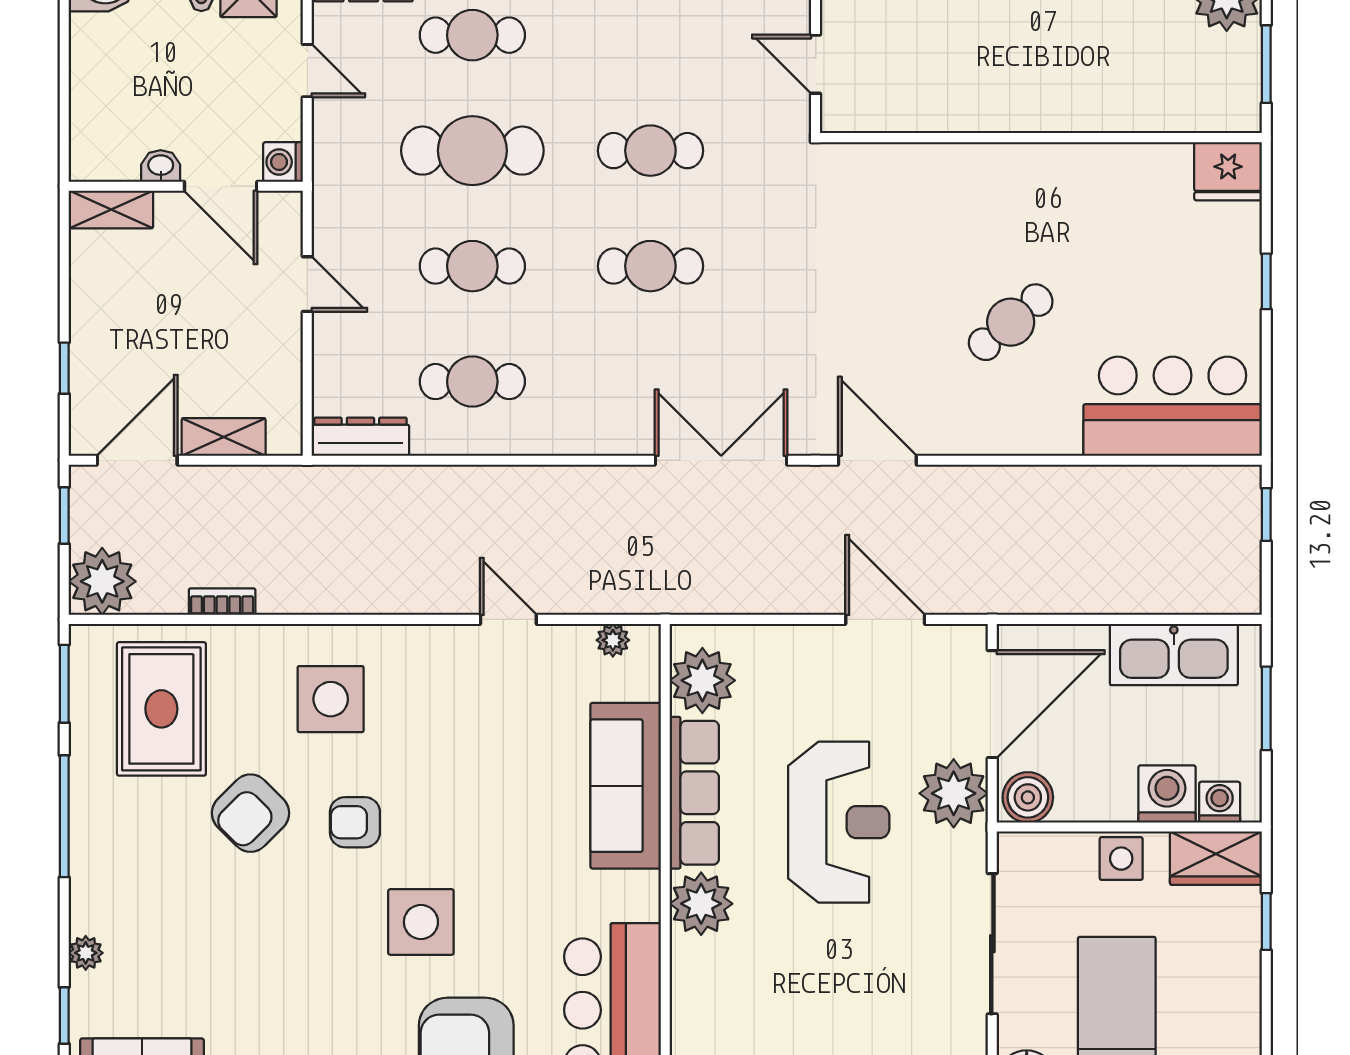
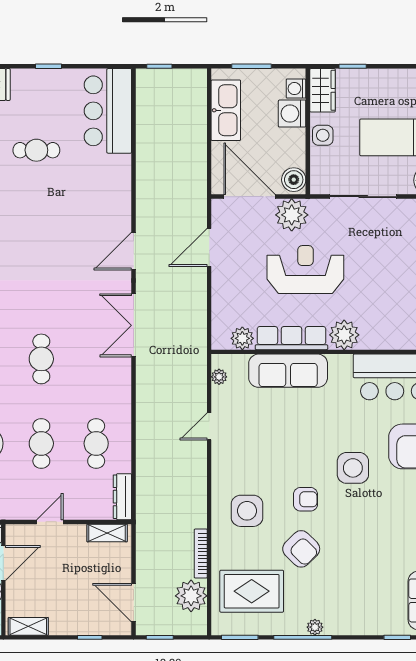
shelving: (111, 210) -> (28, 626), moved, turned 90
cafe table: (1011, 322) -> (36, 150), moved, turned -50
shelving: (224, 437) -> (107, 533), moved, turned 90
plant: (102, 581) -> (191, 596), moved
bookcase: (222, 602) -> (201, 553), width x1.56
plant: (702, 680) -> (242, 338), width x0.73, depth x0.73
armchair: (355, 822) -> (306, 499), turned -90
plant: (86, 953) -> (315, 627), moved

